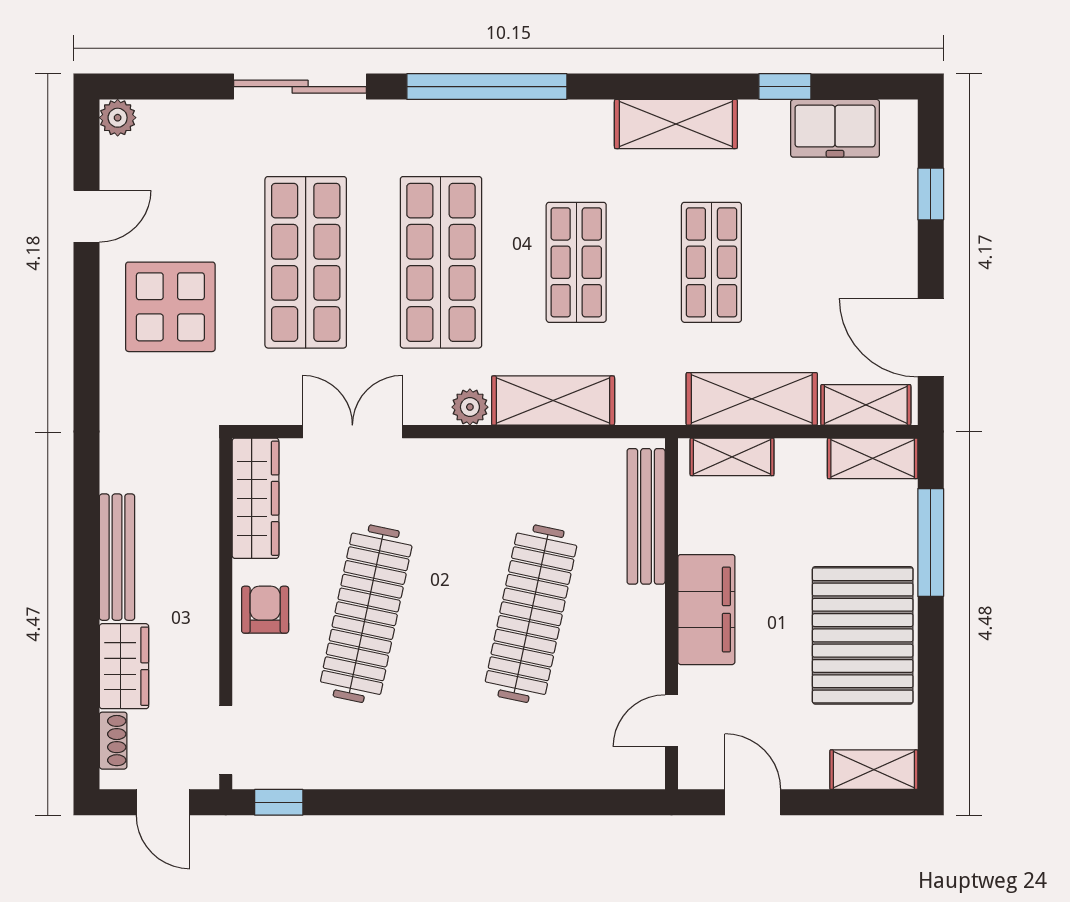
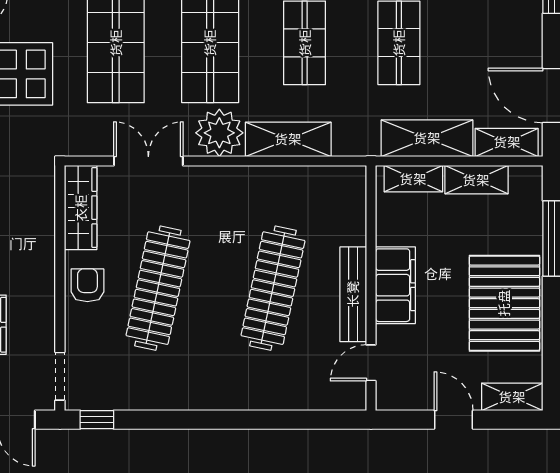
plant: (470, 407) -> (219, 133), width x1.88, depth x1.88
shelving: (873, 458) -> (476, 180), moved
bench: (646, 516) -> (353, 294), moved
door: (753, 802) -> (454, 420), moved

